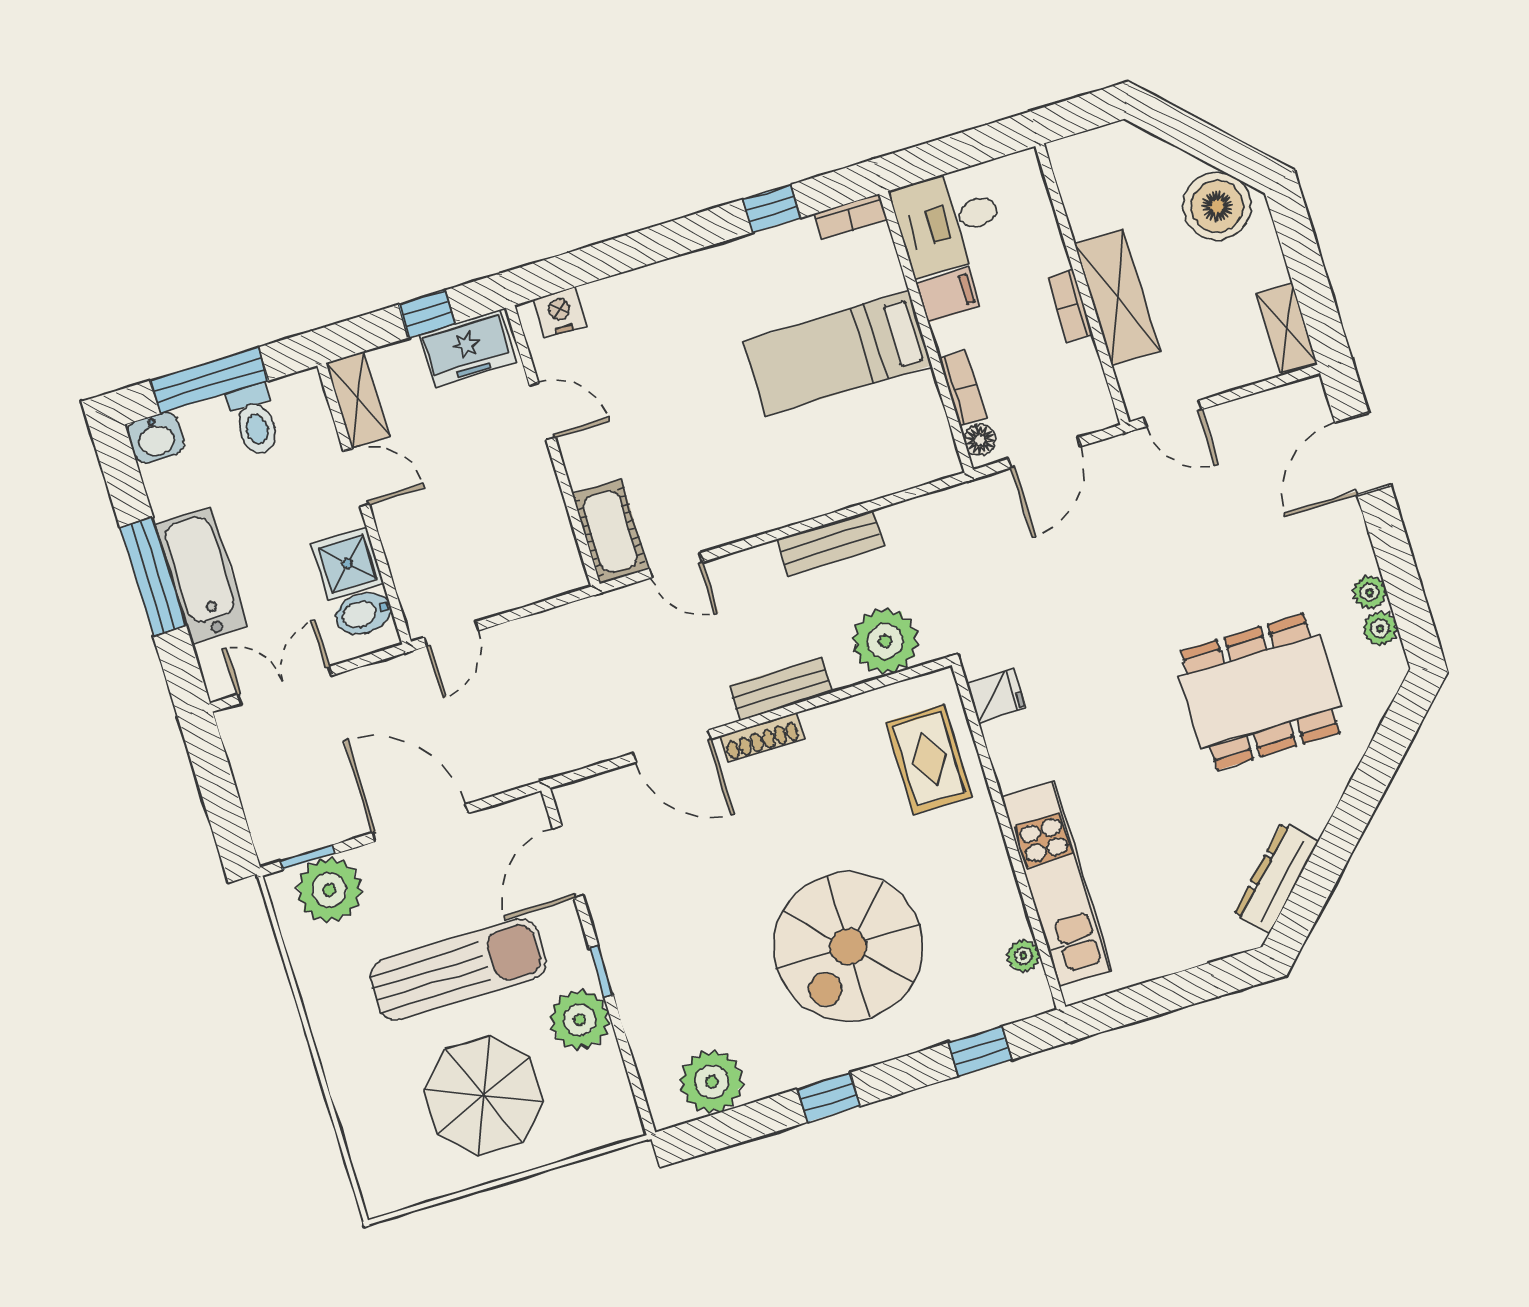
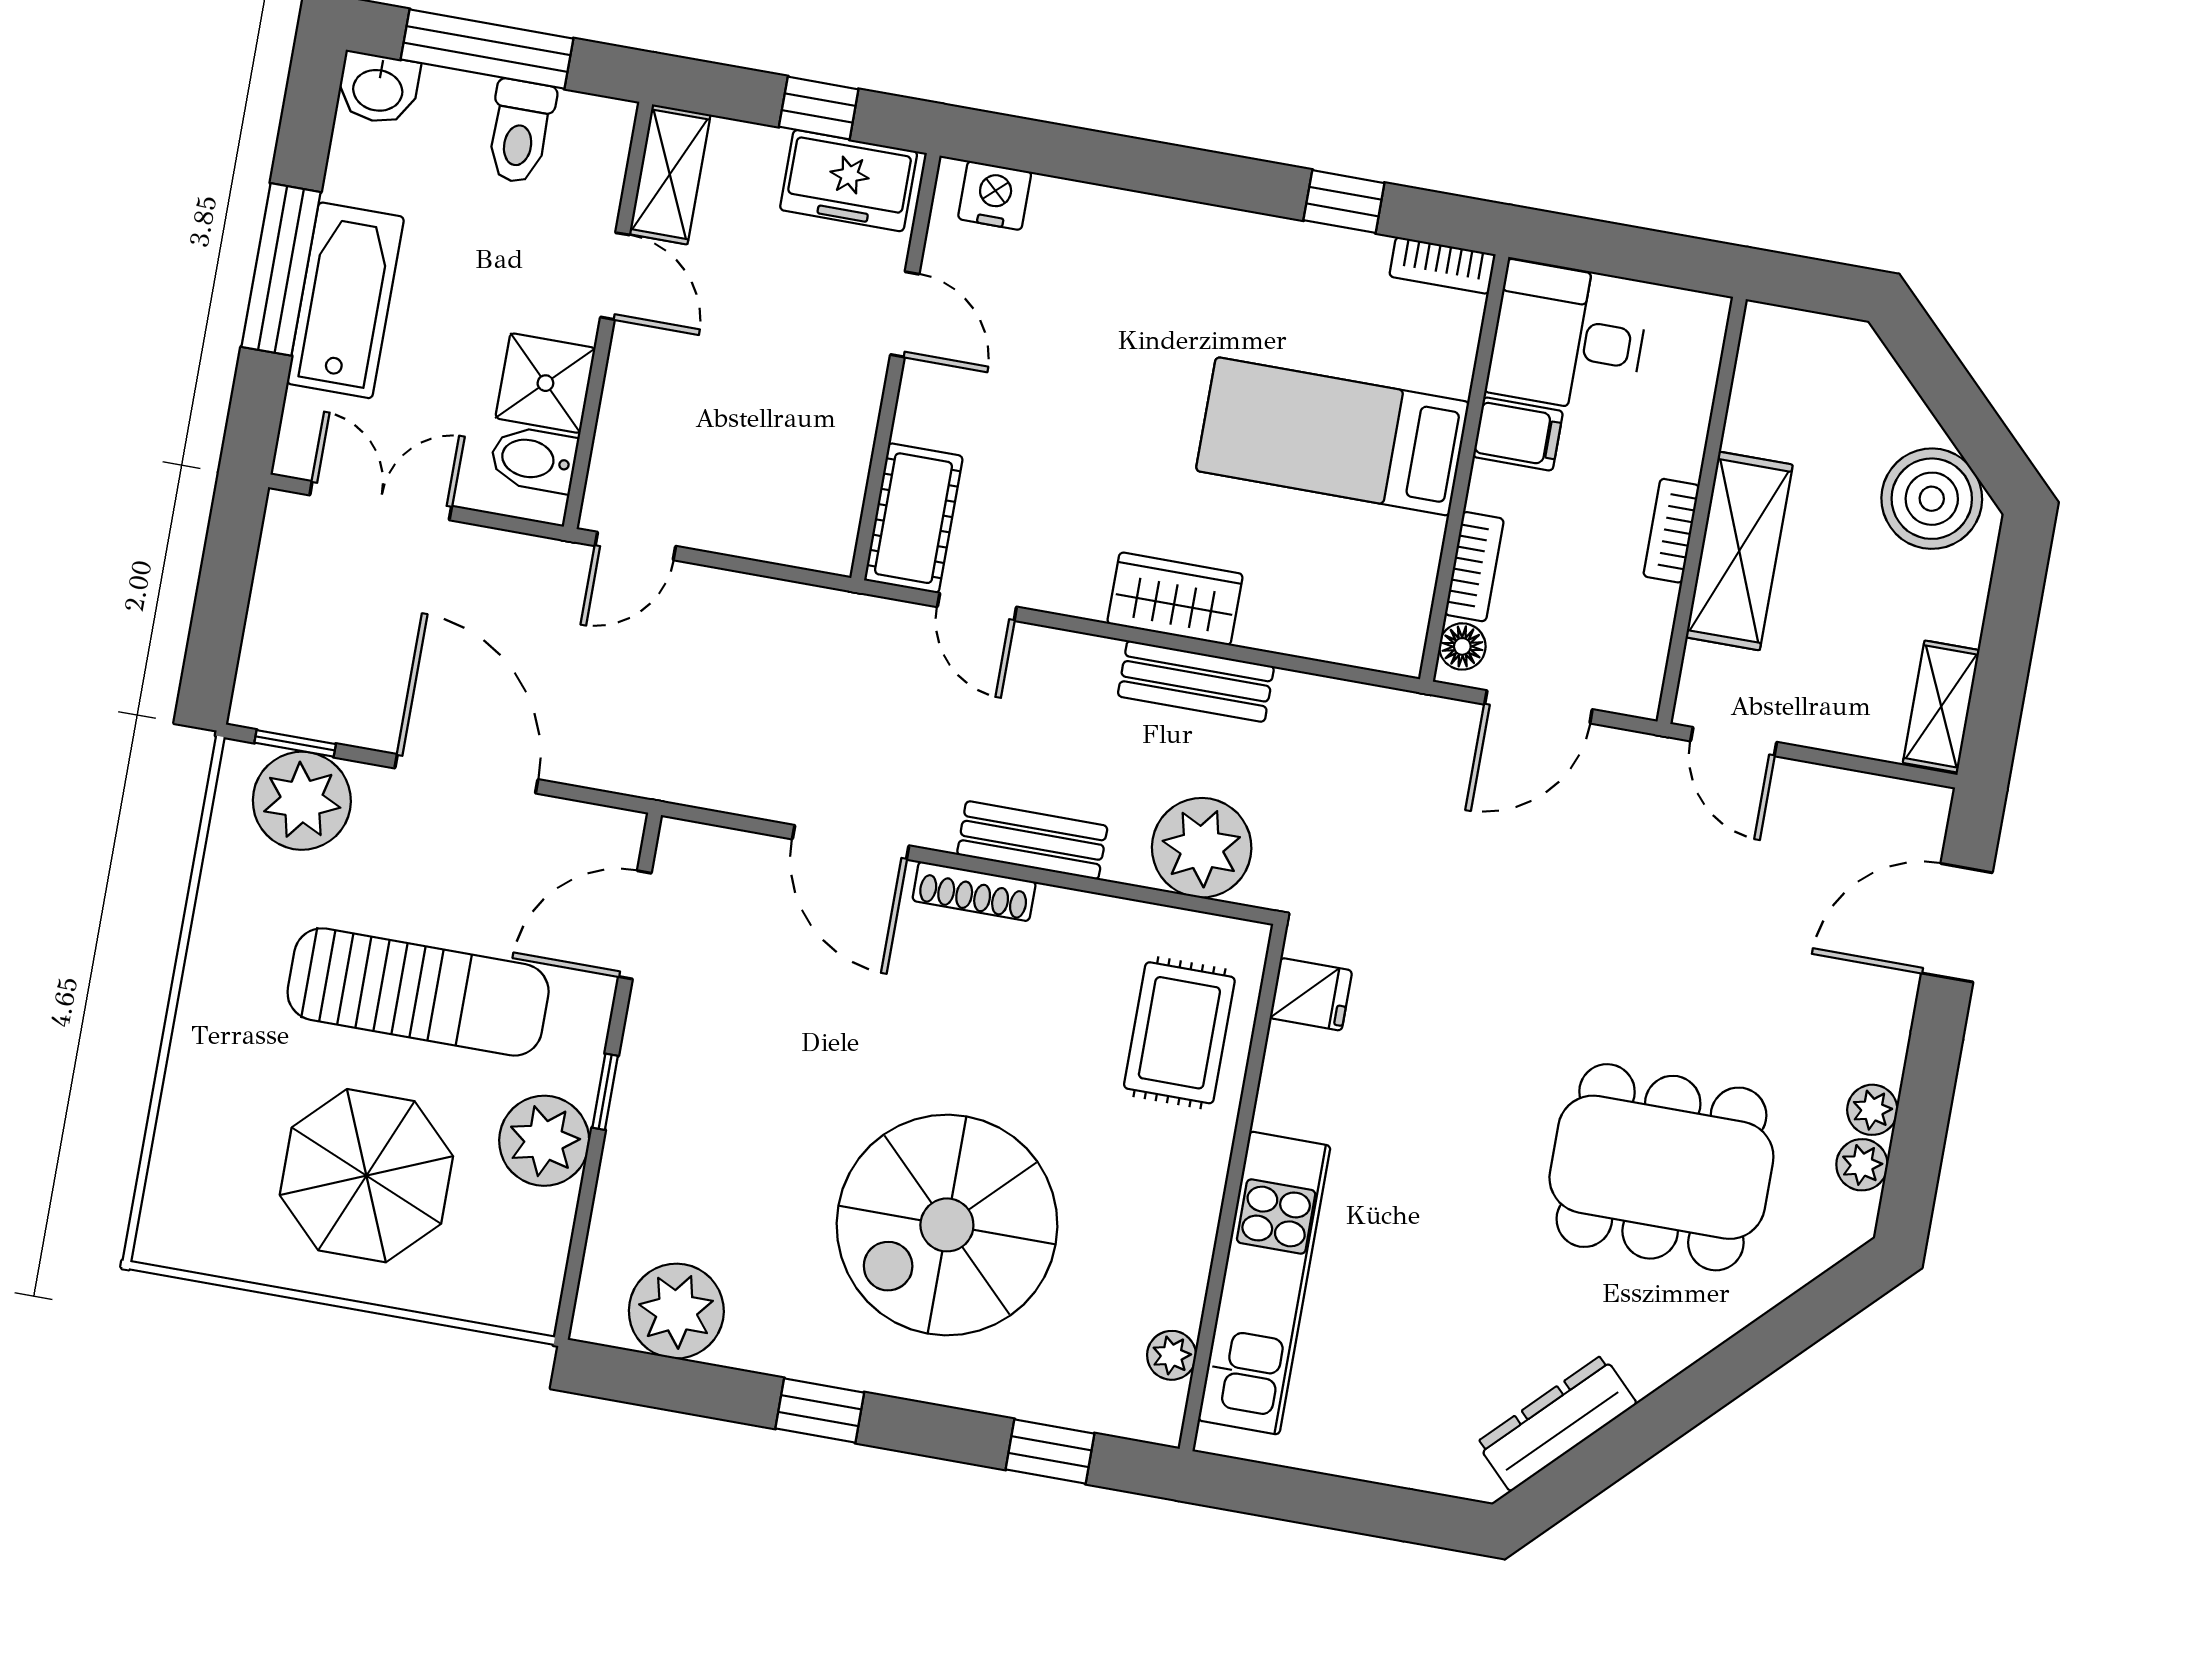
wardrobe: (792, 500) -> (1175, 599), added

